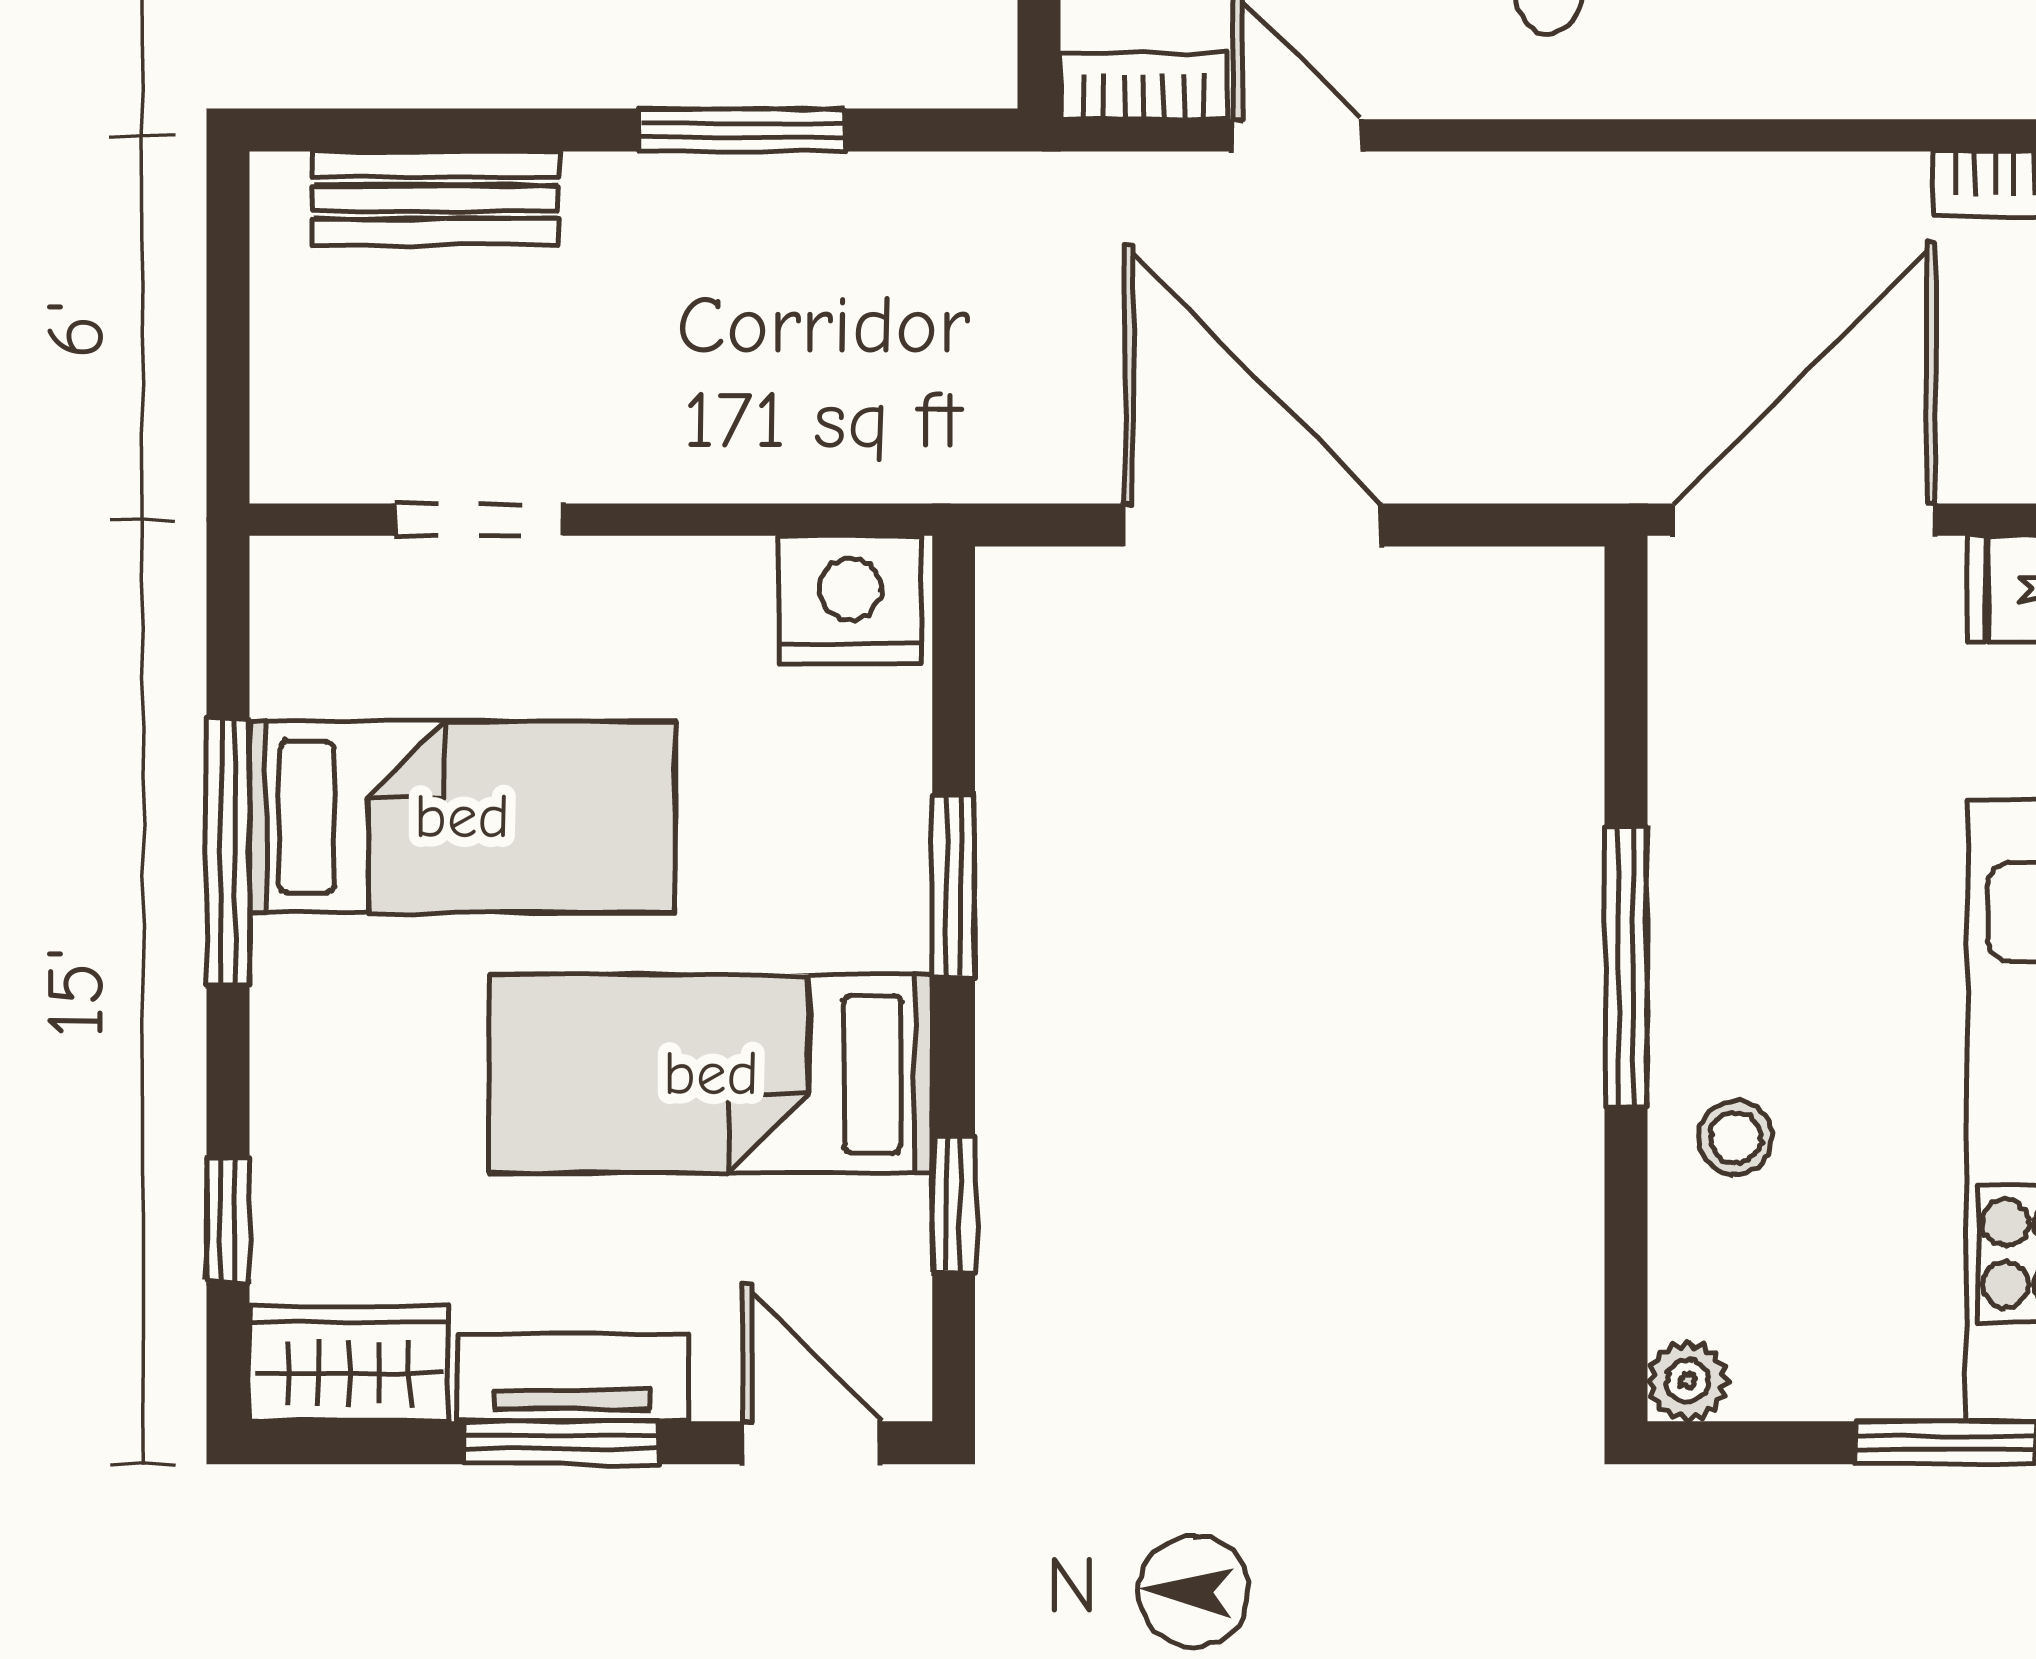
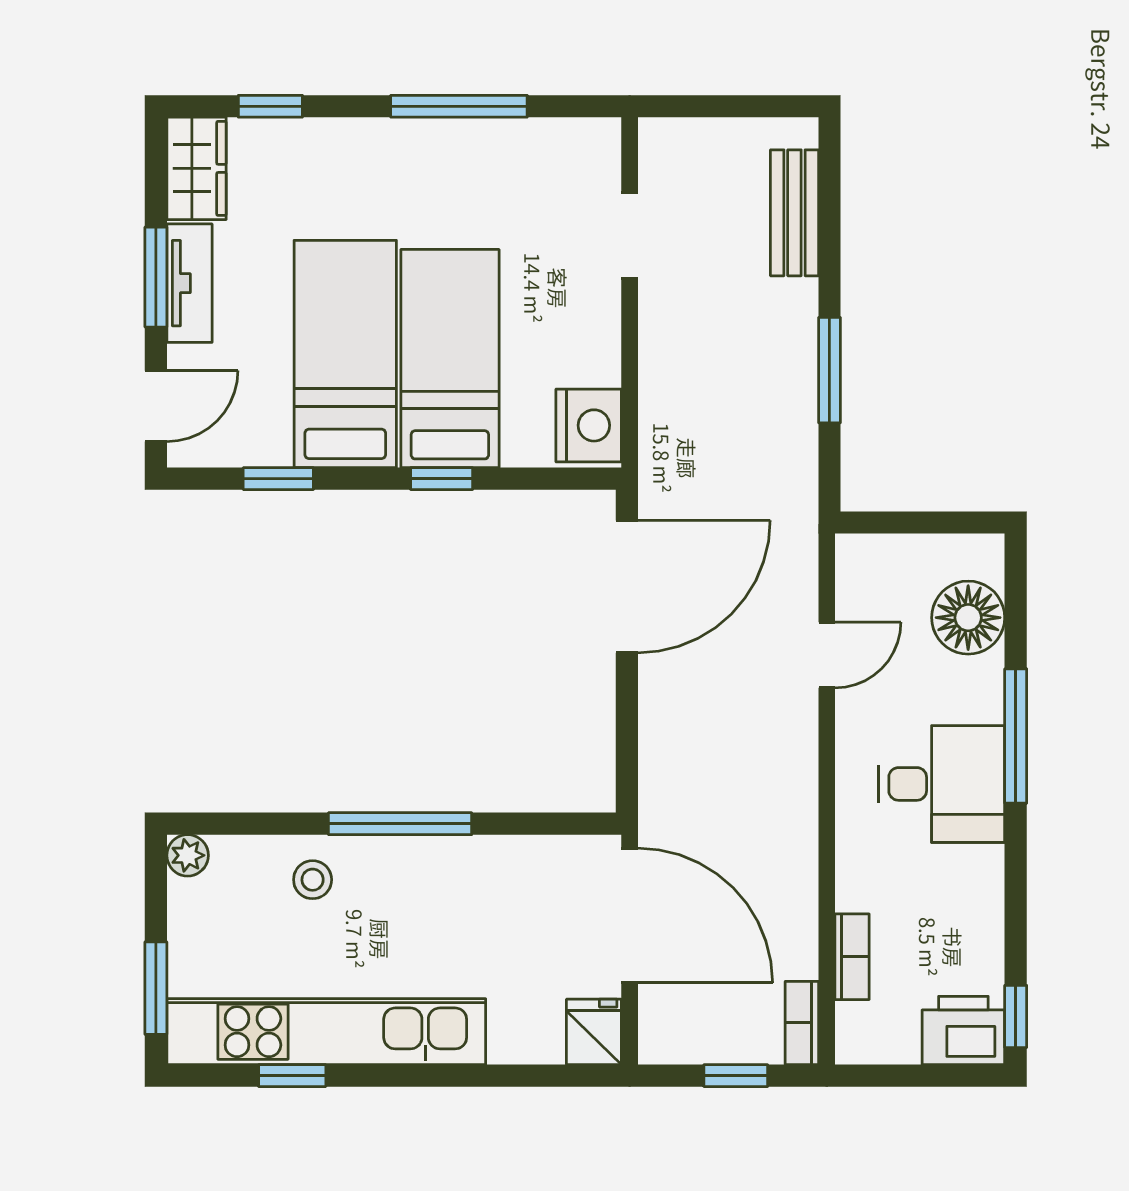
bookcase: (1144, 86) -> (852, 957), moved
door: (1253, 525) -> (627, 587), moved
bed: (462, 817) -> (450, 359), moved, turned 180
window: (954, 886) -> (442, 479), width x0.67

